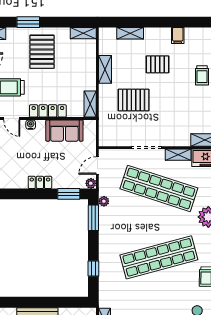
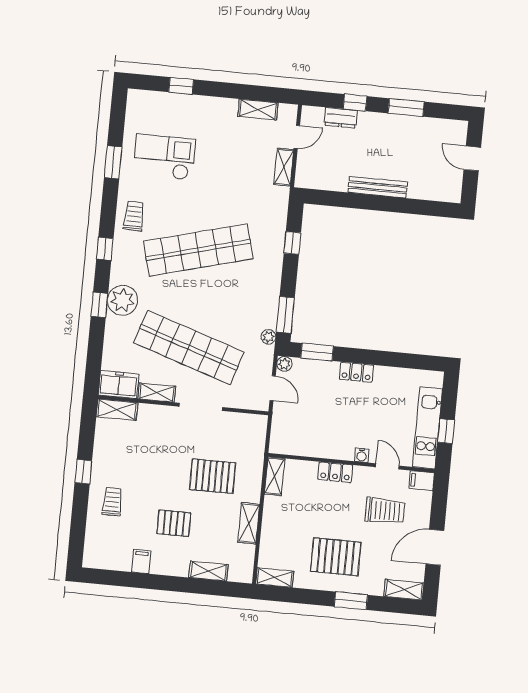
pallet: (42, 52) -> (336, 557), turned 90
locker: (48, 111) -> (335, 472), width x0.66
sofa: (64, 131) -> (315, 442), removed
door: (97, 166) -> (273, 388), hinge flipped

